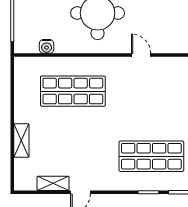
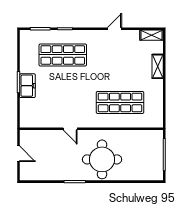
water cooler: (47, 46) -> (139, 135), removed
shelving: (53, 183) -> (152, 35), moved

